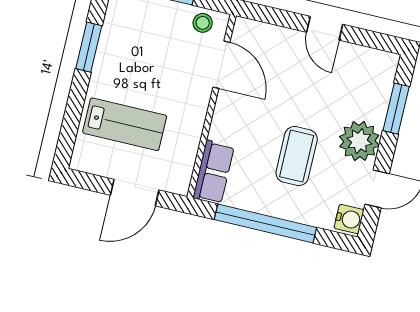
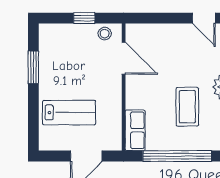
door: (325, 28) -> (204, 18), moved

